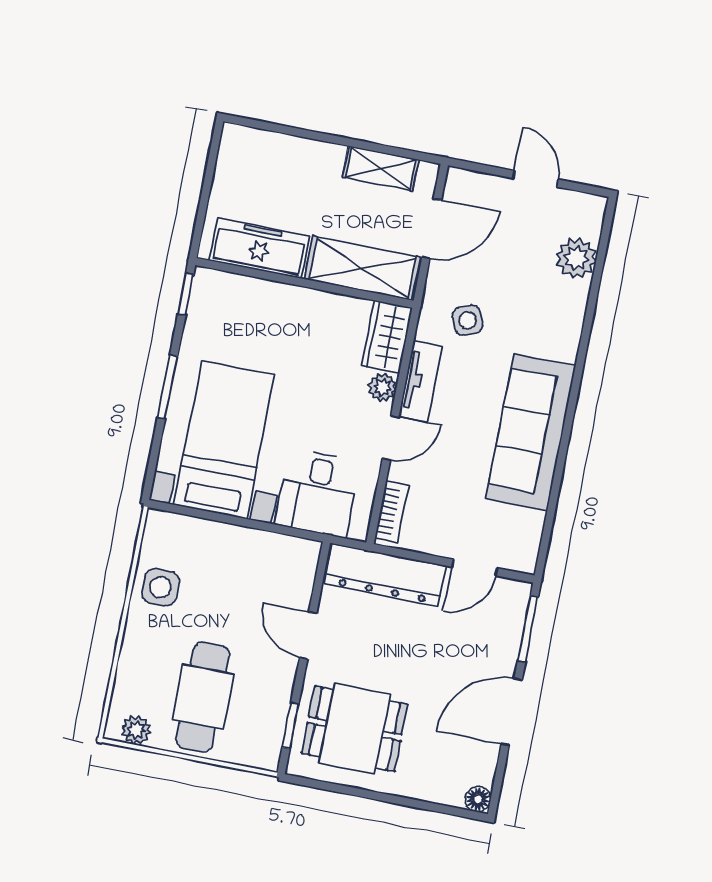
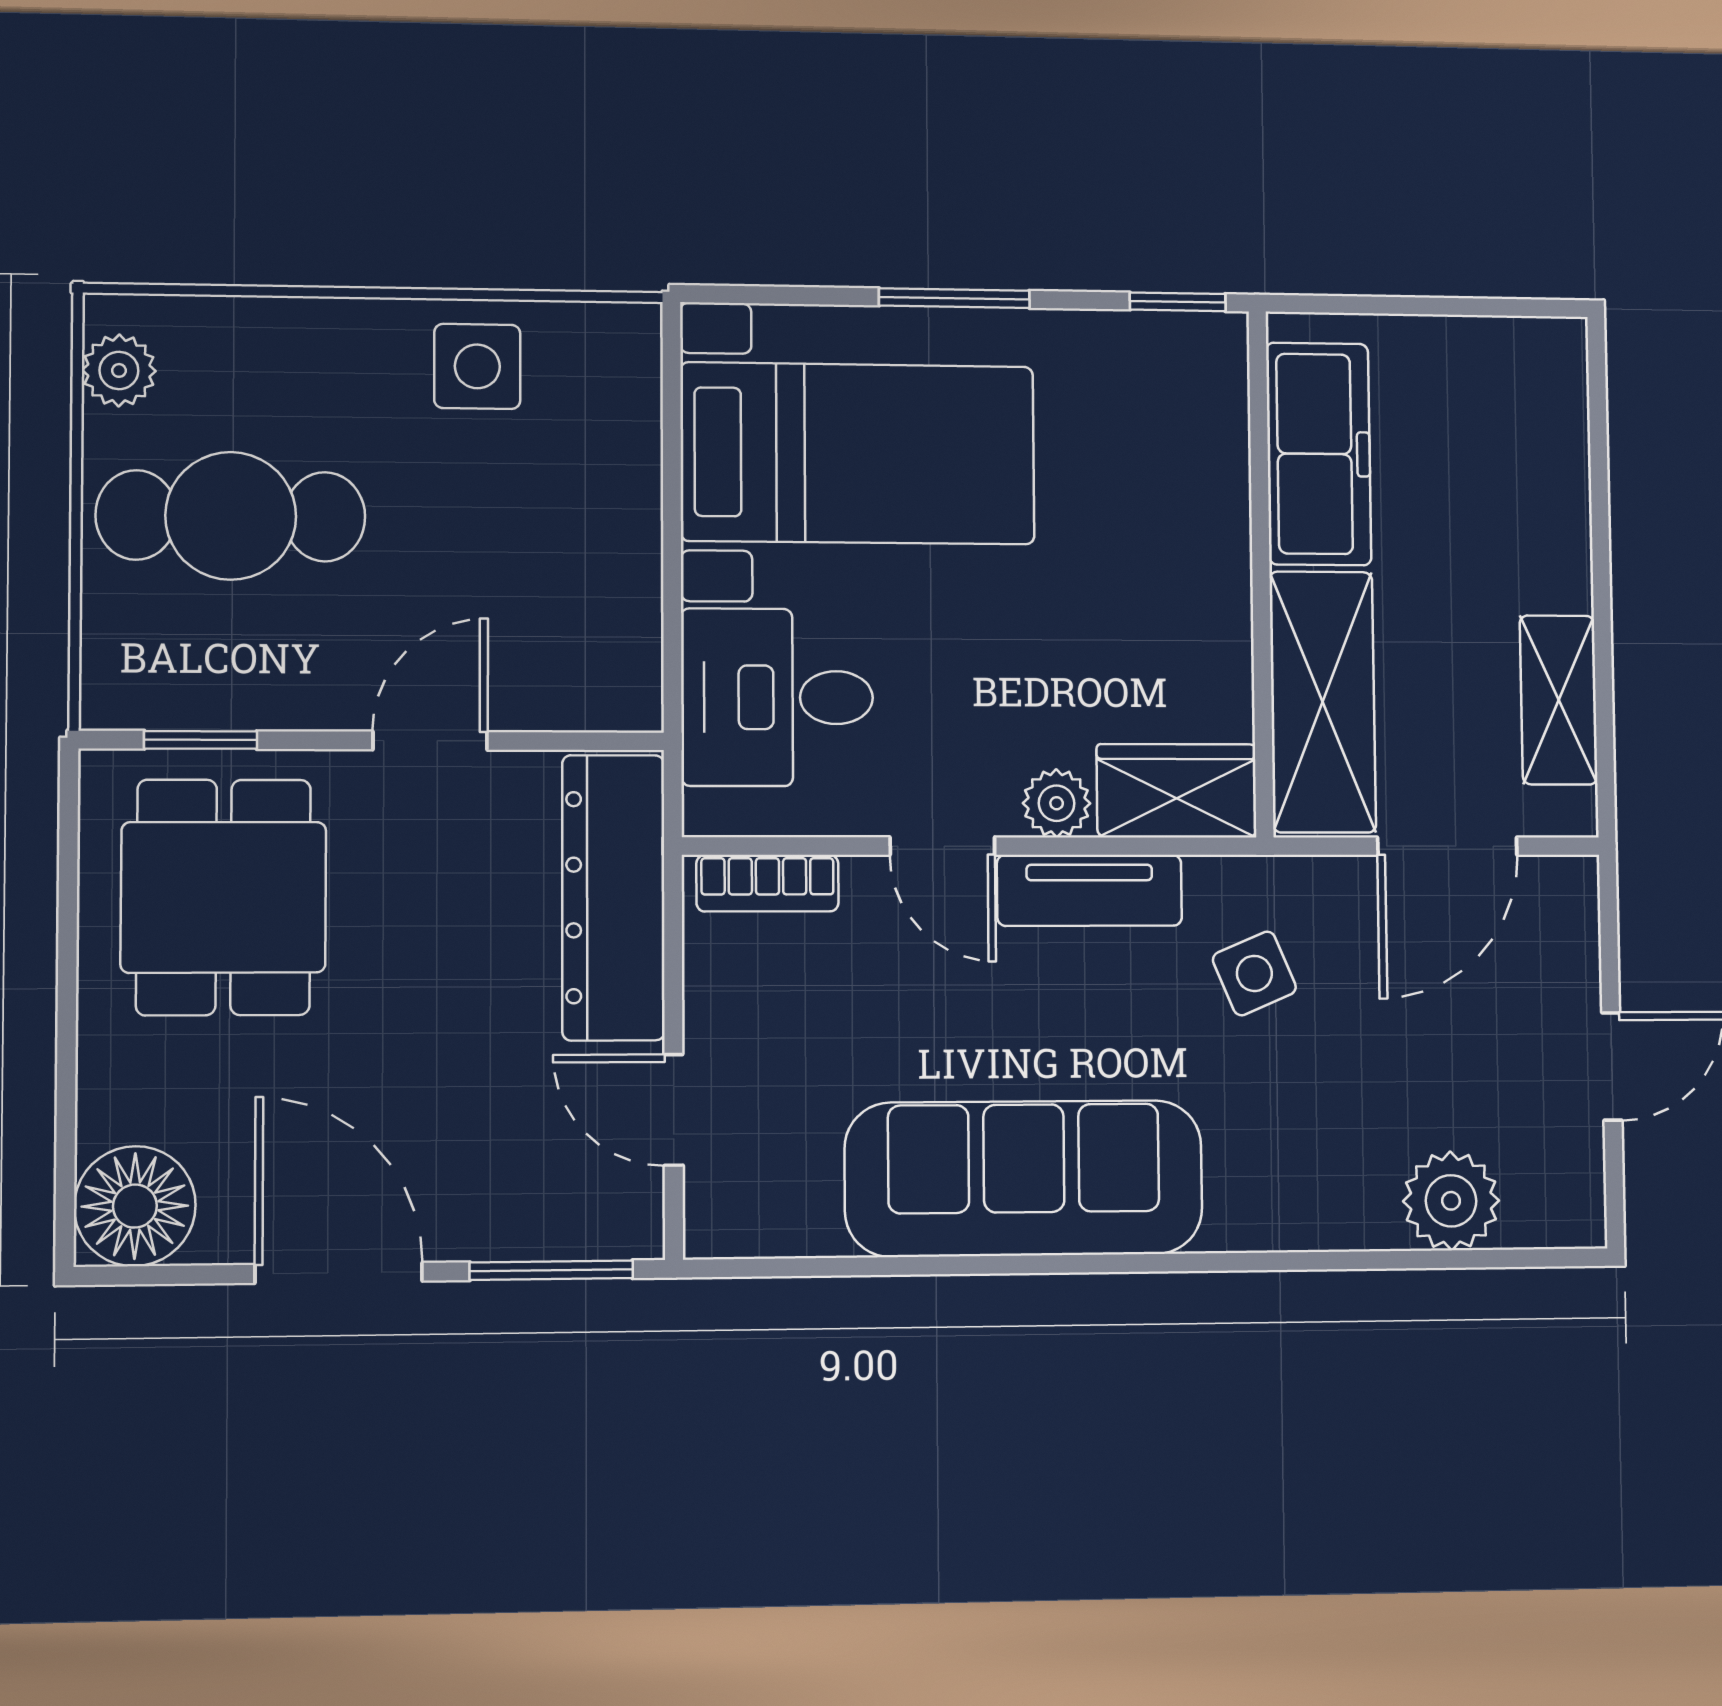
door: (432, 229) -> (1447, 846), hinge flipped
floor lamp: (478, 799) -> (135, 1206), width x1.89, depth x1.89

